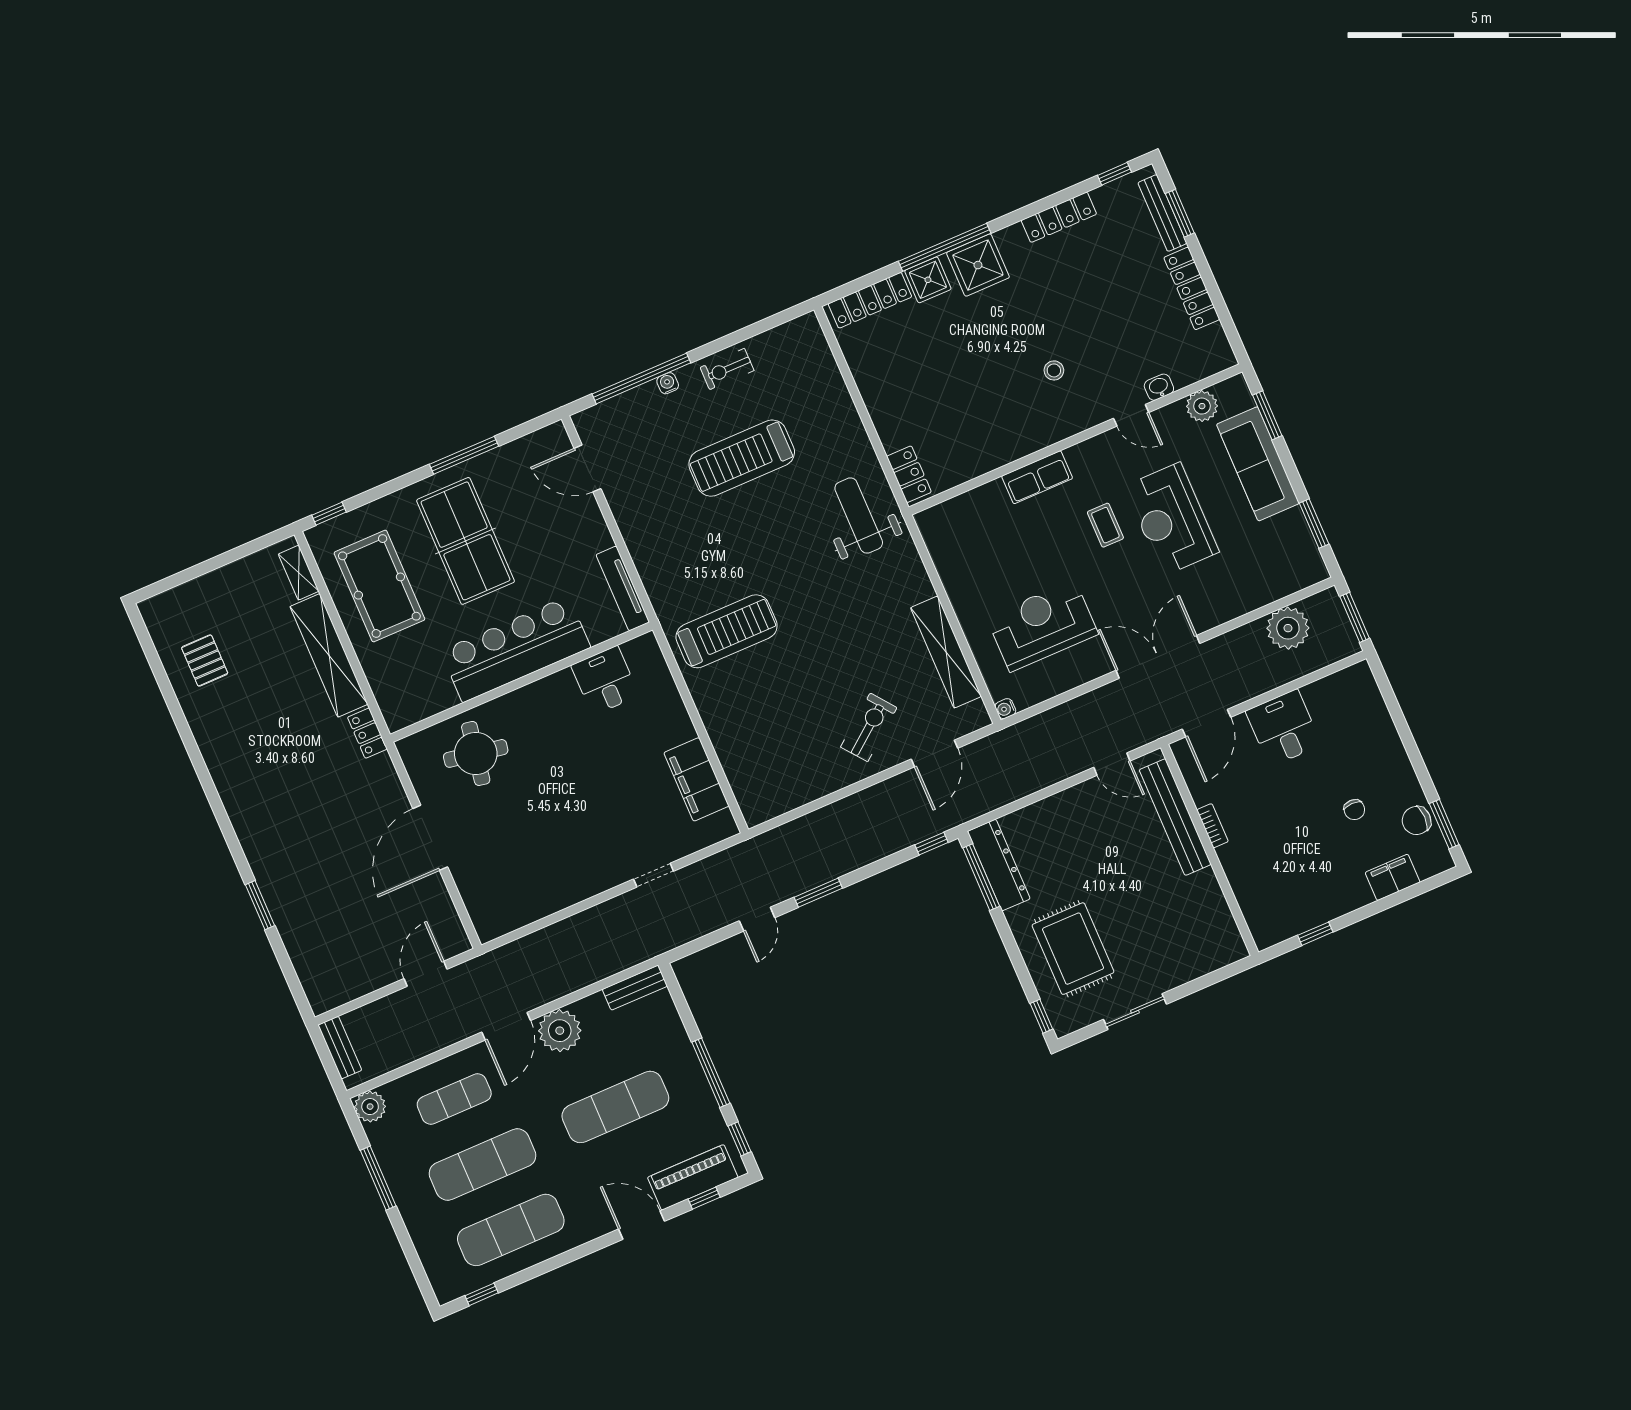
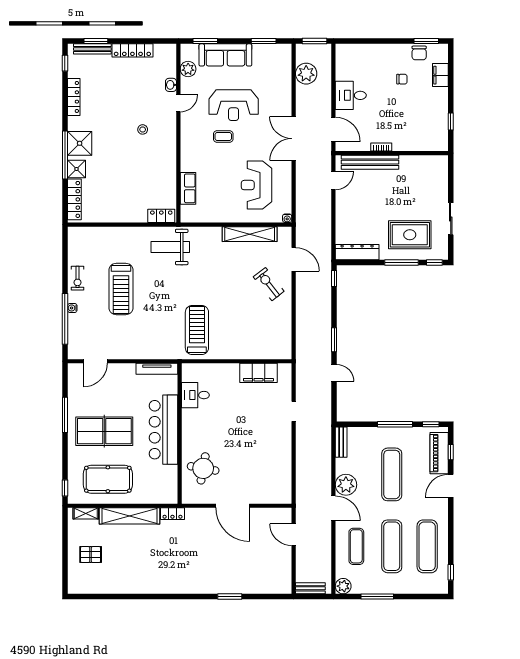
row of seats: (1037, 477) -> (188, 188), moved
pallet: (205, 660) -> (91, 555), moved
window: (981, 877) -> (402, 262), moved

